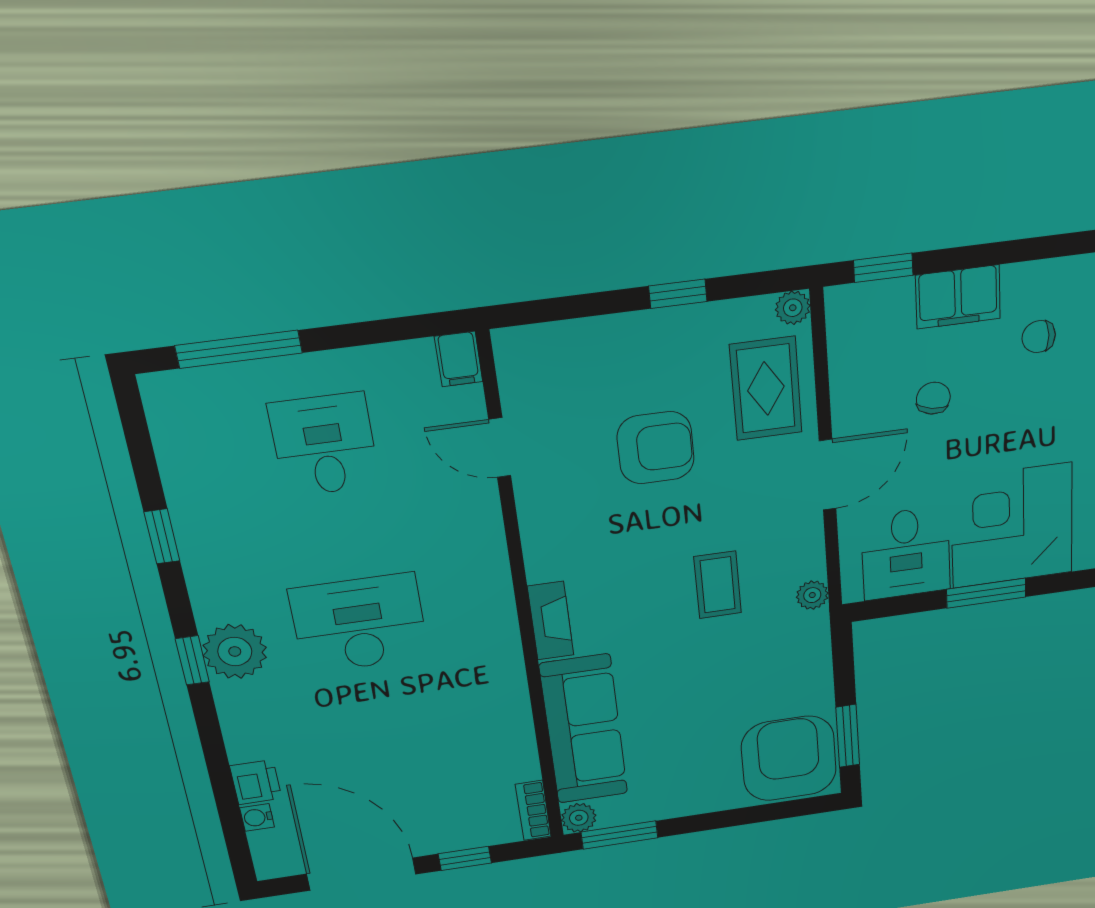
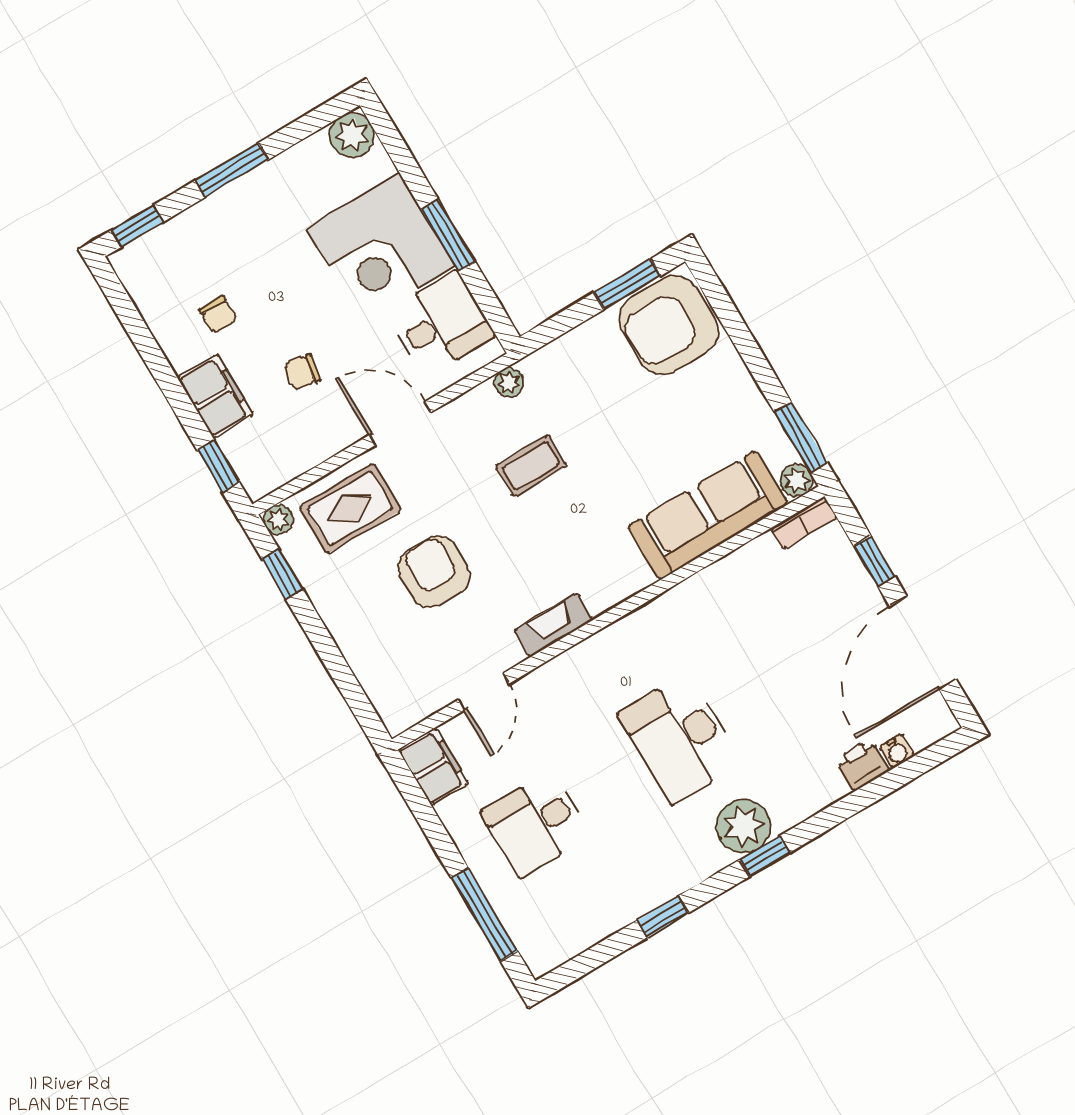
window: (678, 294) -> (282, 574), moved
filing cabinet: (459, 359) -> (433, 767), width x2.00
fireplace: (551, 621) -> (553, 625), moved

